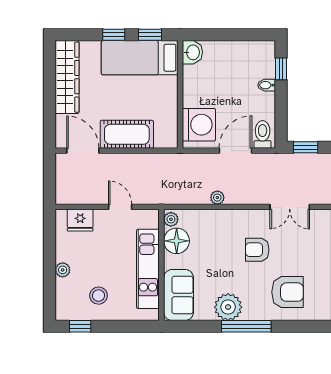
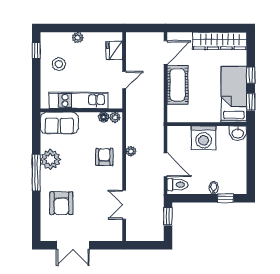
washing machine: (199, 125) -> (204, 138), moved
floor lamp: (177, 241) -> (104, 117), width x0.53, depth x0.53
armchair: (257, 250) -> (104, 157), moved

